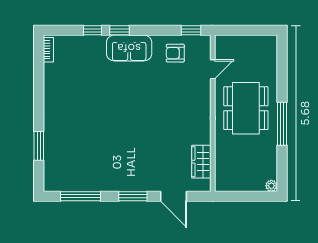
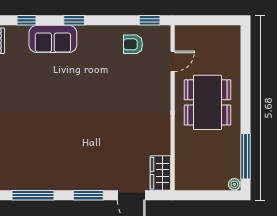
window: (93, 30) -> (26, 20), moved
sofa: (129, 48) -> (53, 39), moved
window: (282, 124) -> (245, 156), moved
wardrobe: (201, 162) -> (161, 173), moved

